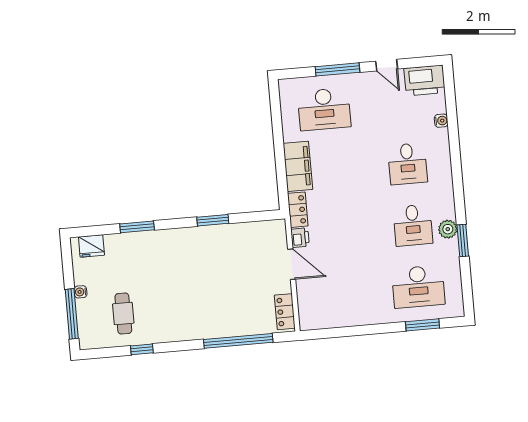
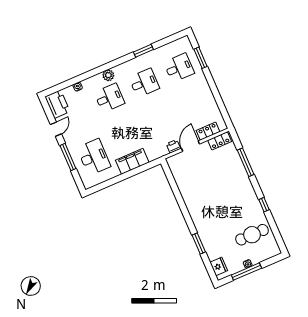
locker: (298, 210) -> (208, 131), moved
window: (213, 220) -> (180, 201), removed
plant: (448, 229) -> (108, 75), moved
desk: (418, 287) -> (179, 68), width x0.73
window: (72, 314) -> (246, 272), moved
cafe table: (123, 314) -> (252, 235), width x1.37, depth x1.35
window: (238, 341) -> (246, 162), width x0.68
window: (142, 349) -> (264, 205), moved

